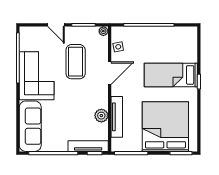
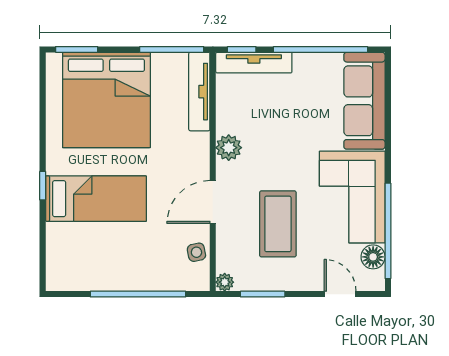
door: (56, 25) -> (340, 294), moved
floor lamp: (26, 44) -> (373, 257), added
plant: (101, 116) -> (229, 148), moved
tv unit: (117, 117) -> (199, 92), moved

